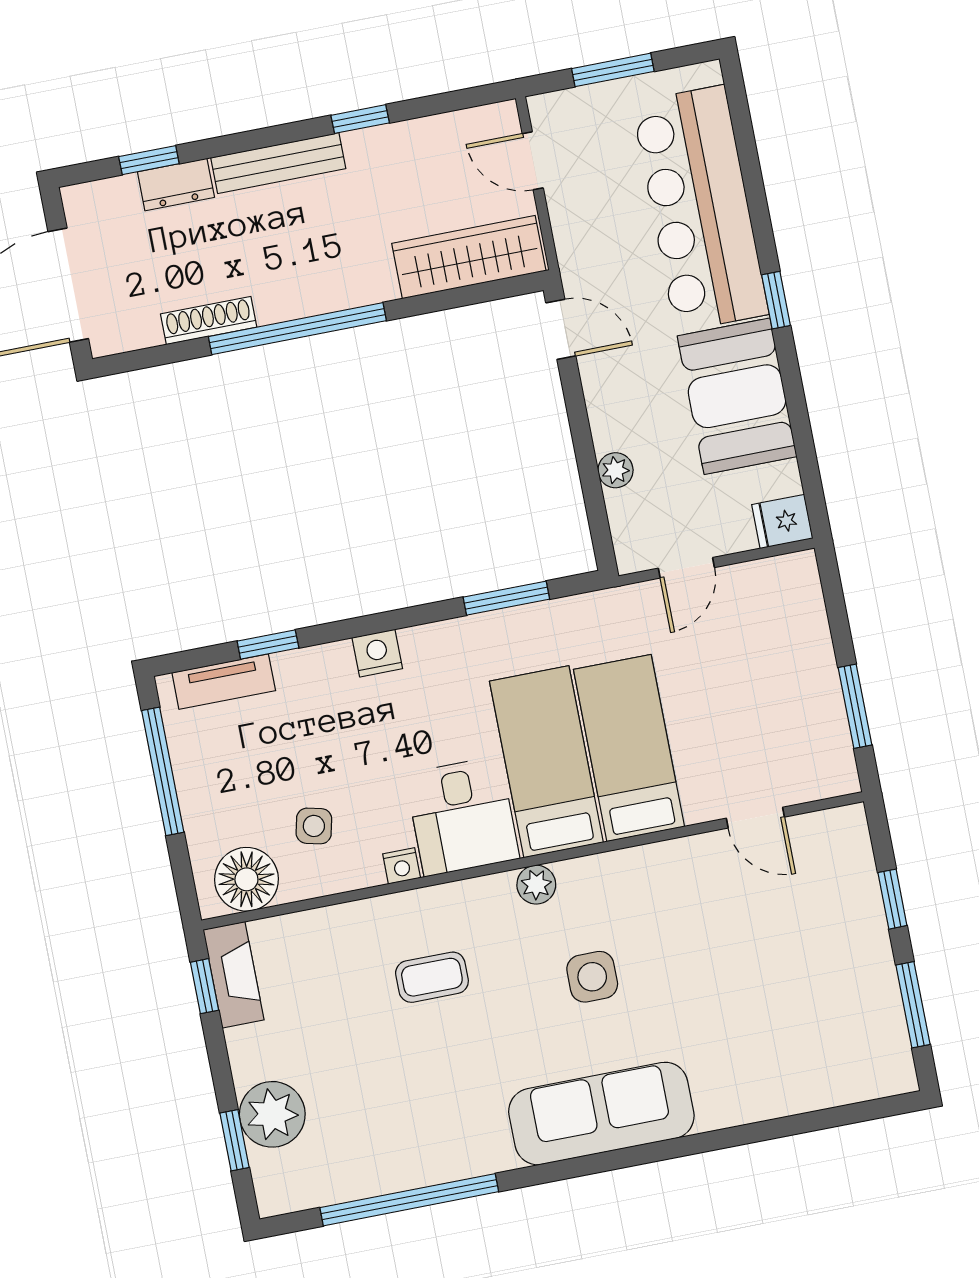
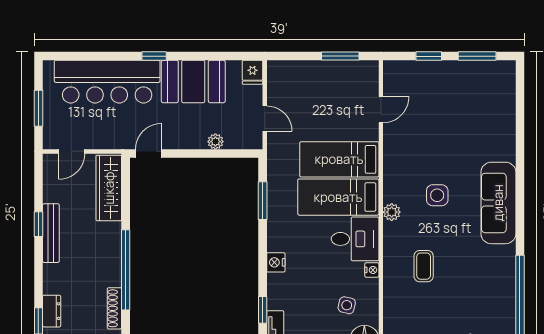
bench: (278, 163) -> (51, 233), moved

